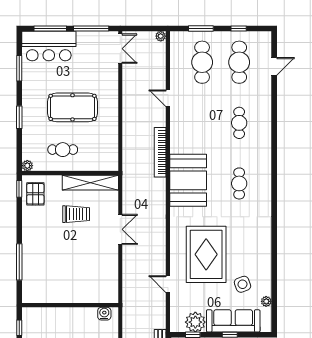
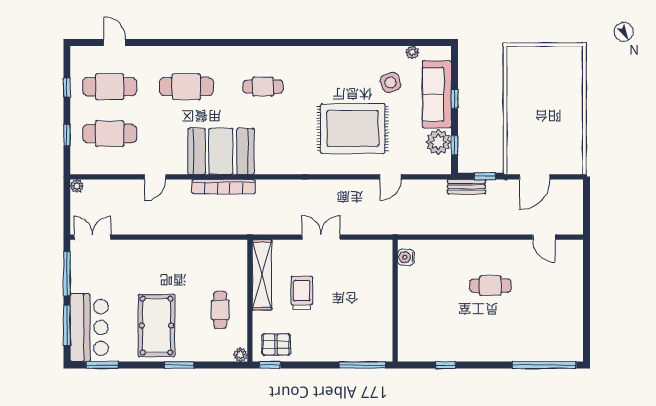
window: (201, 28) -> (67, 135), width x0.67
window: (19, 68) -> (102, 365), moved
pool table: (73, 107) -> (156, 326), moved
cafe table: (239, 123) -> (186, 87), width x1.37, depth x1.35
booth: (188, 180) -> (221, 151), moved
wall: (70, 305) -> (395, 301), moved
water cooler: (104, 314) -> (406, 257), moved

